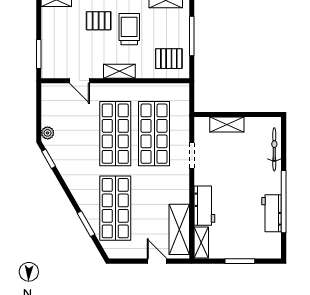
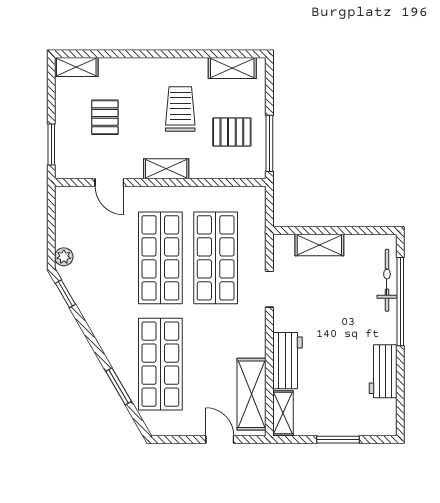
pallet: (99, 21) -> (105, 117), moved, turned 90
window: (192, 36) -> (269, 143), moved
pallet: (169, 59) -> (232, 132), moved
window: (284, 202) -> (400, 302), moved

